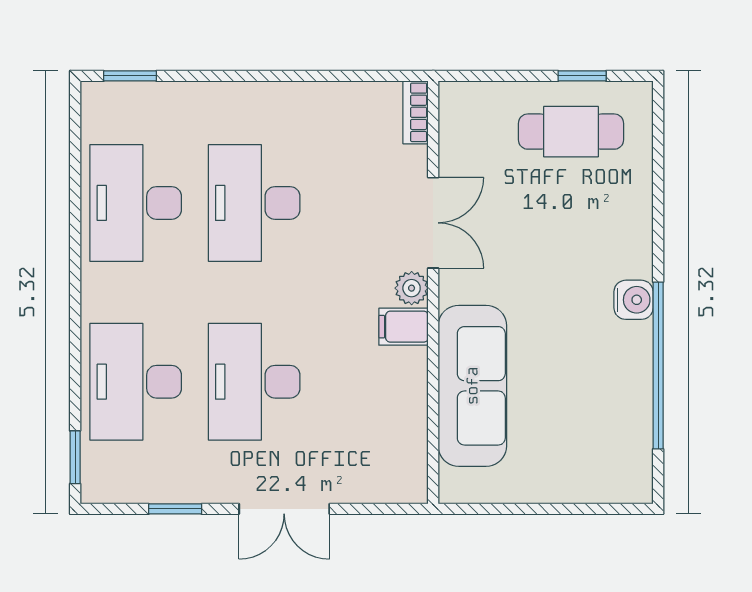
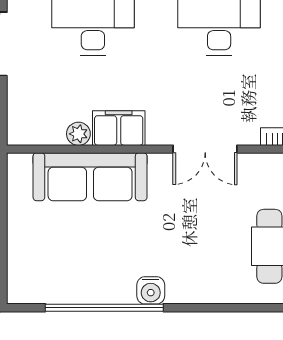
plant: (412, 288) -> (78, 134), moved
filing cabinet: (403, 327) -> (119, 128), width x2.00

